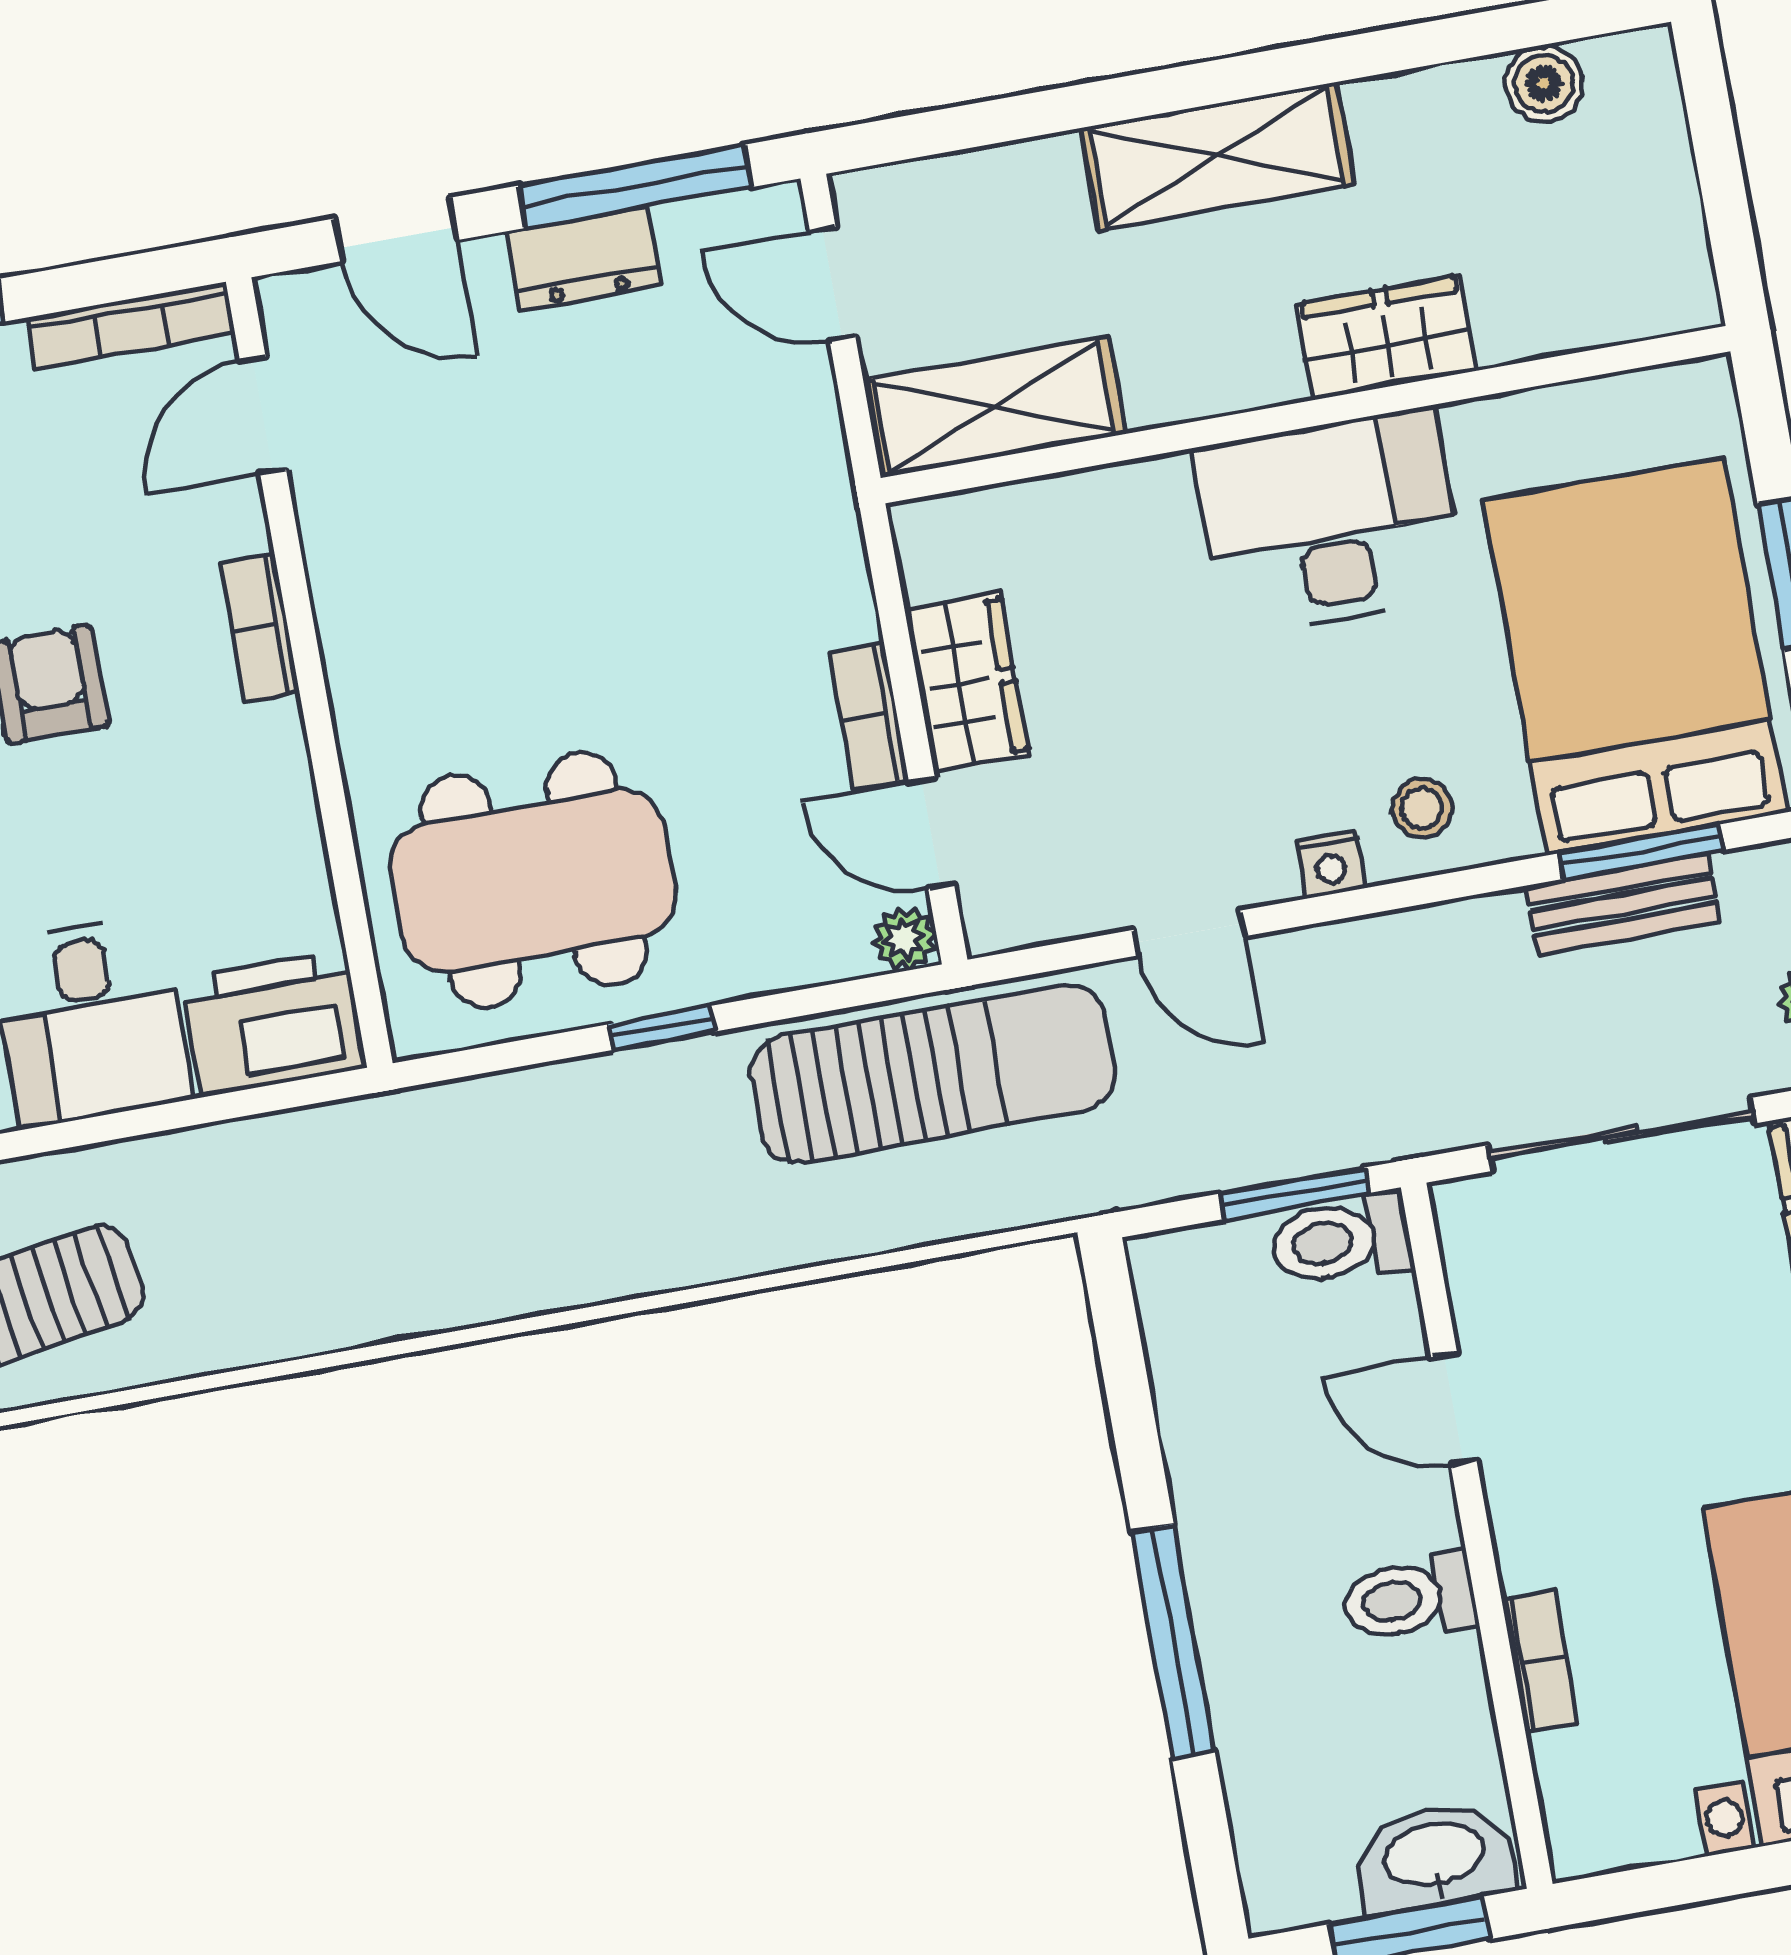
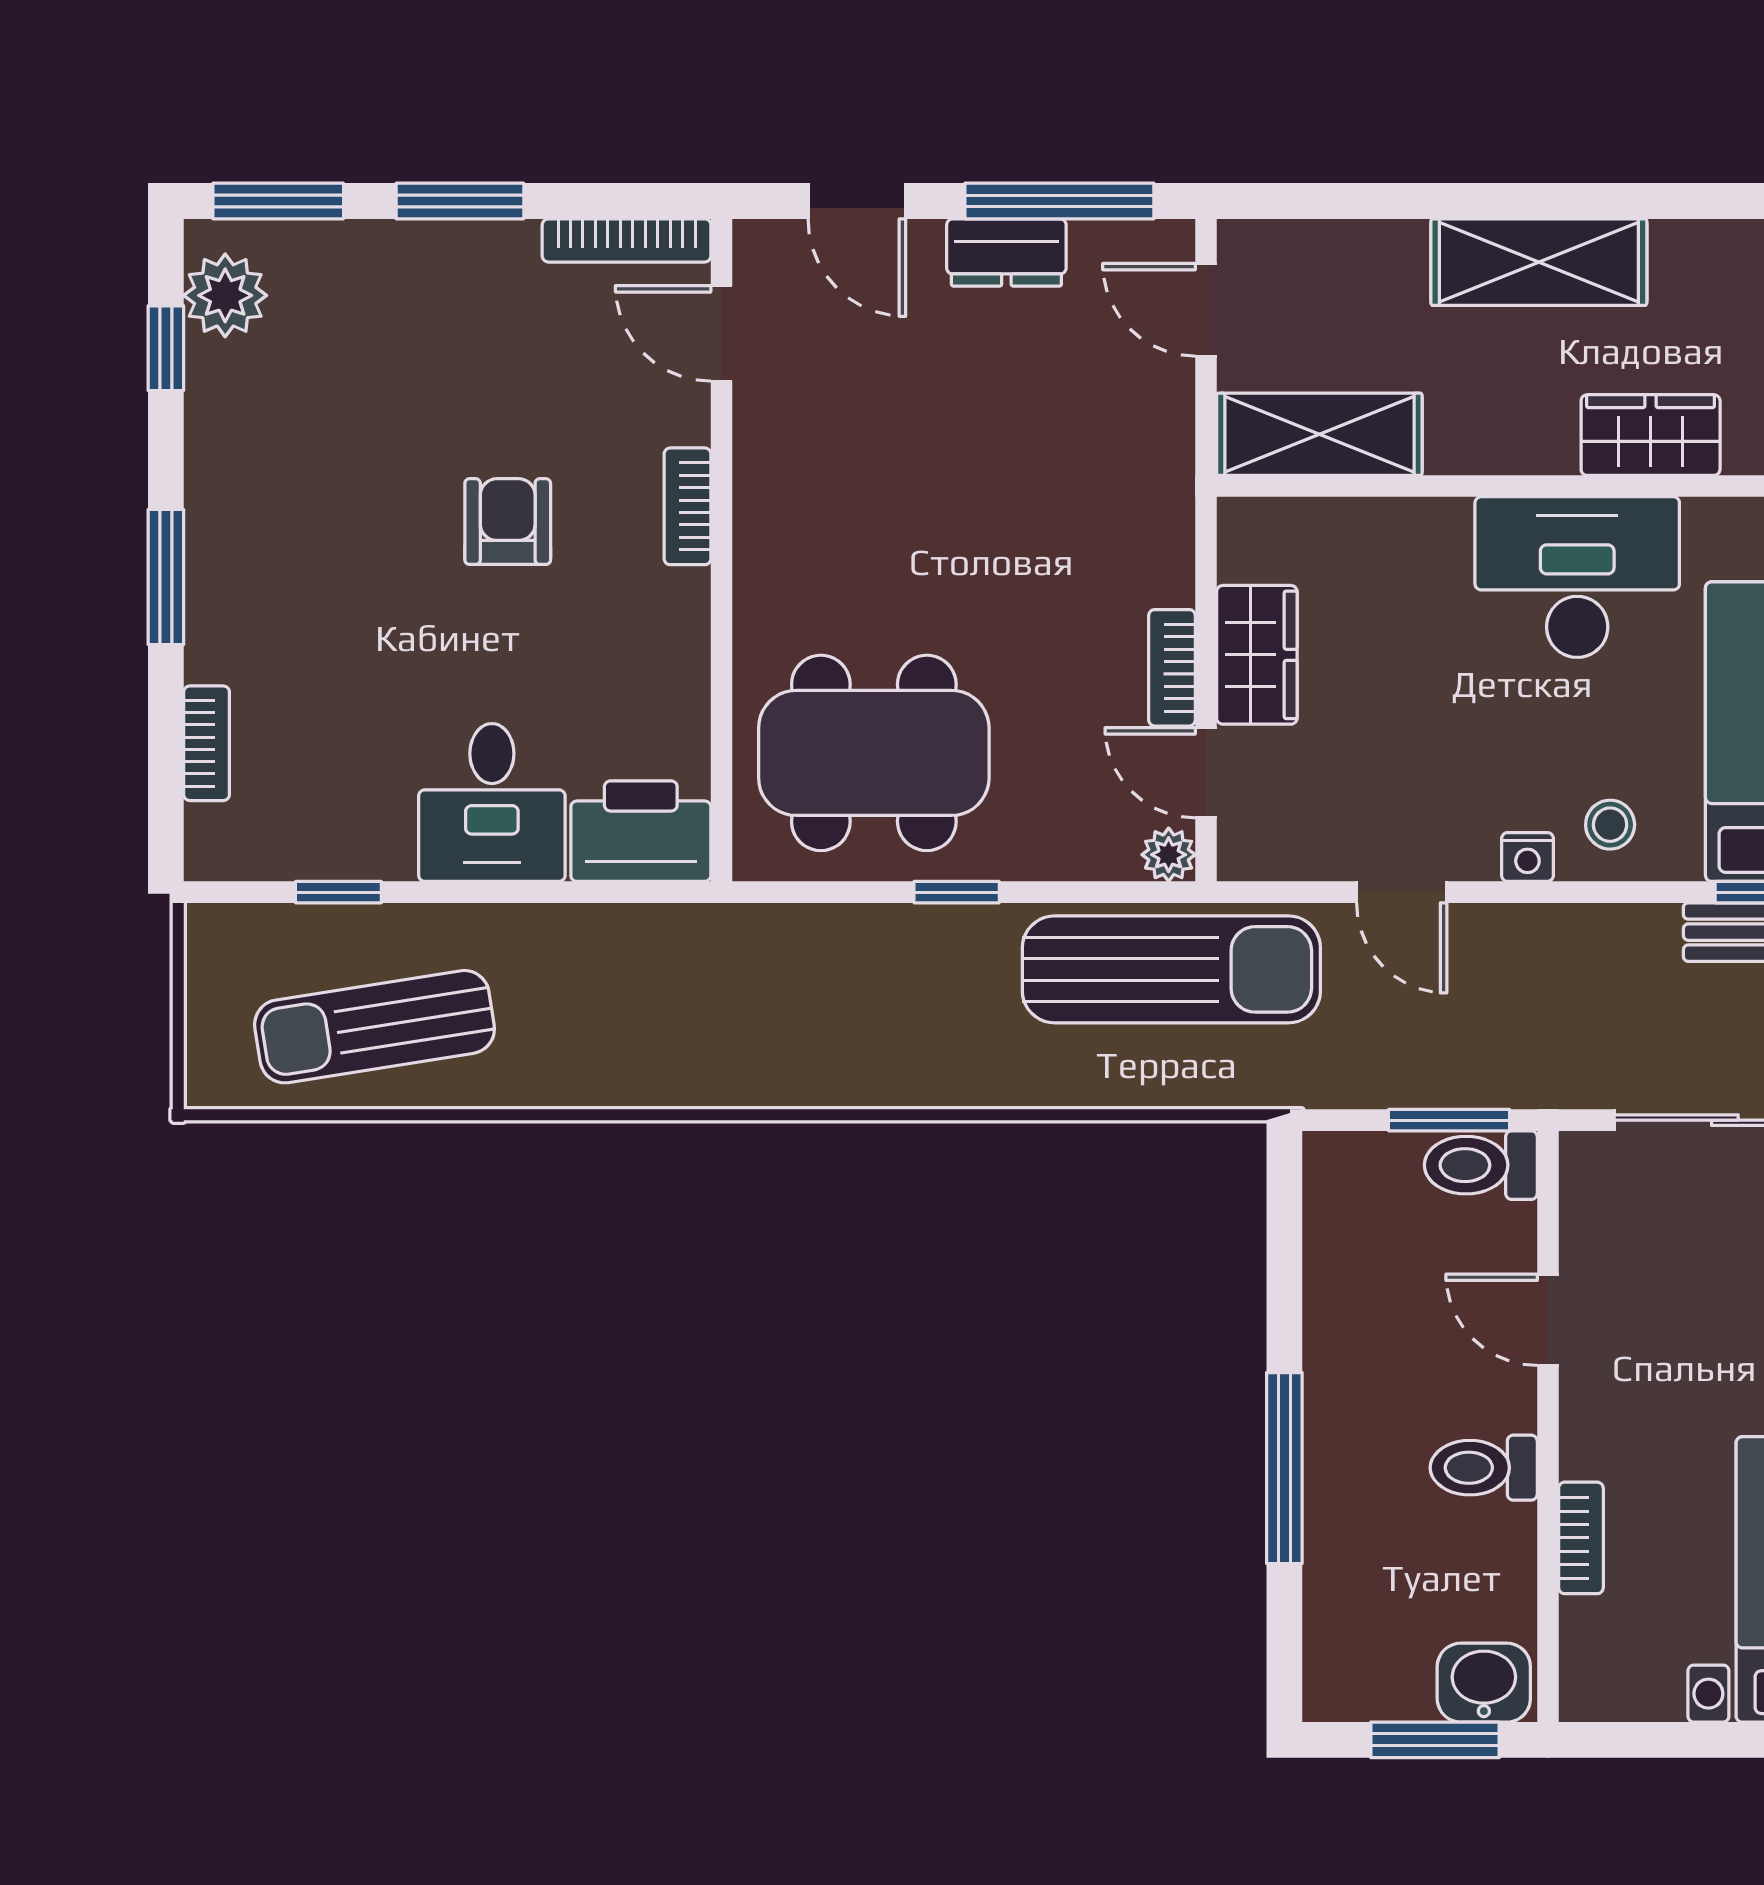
door: (263, 415) -> (722, 333), hinge flipped
washbasin: (1434, 1857) -> (1484, 1683), width x0.72

